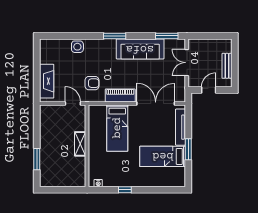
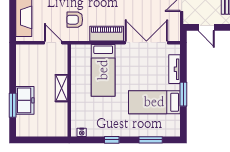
armchair: (92, 83) -> (75, 20), turned 180
door: (209, 90) -> (206, 27), swing flipped
tv unit: (181, 127) -> (174, 69), width x0.71
freezer: (48, 155) -> (25, 100), added
window: (159, 190) -> (151, 140), added

